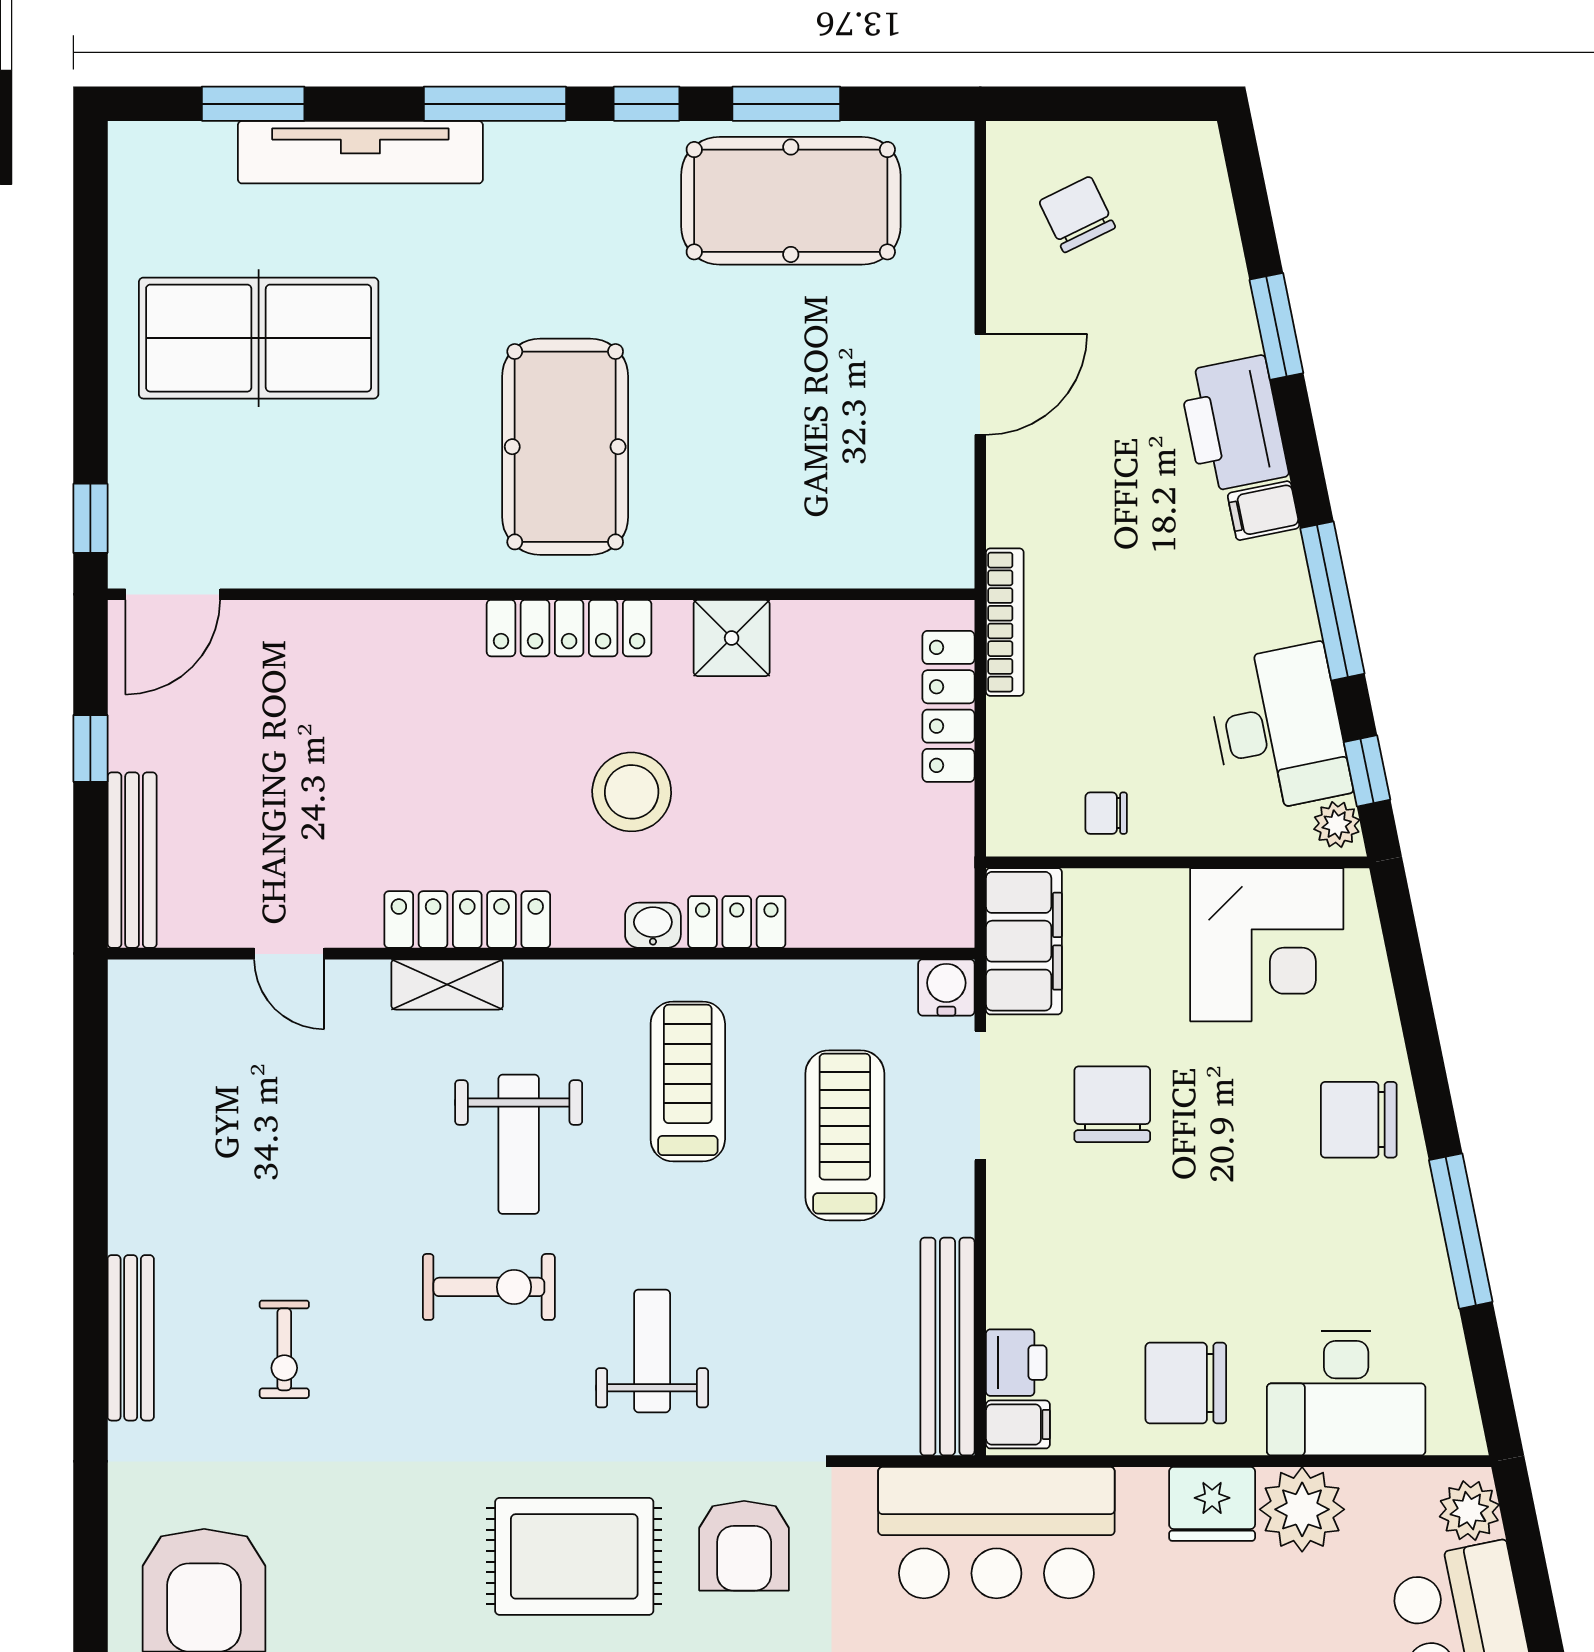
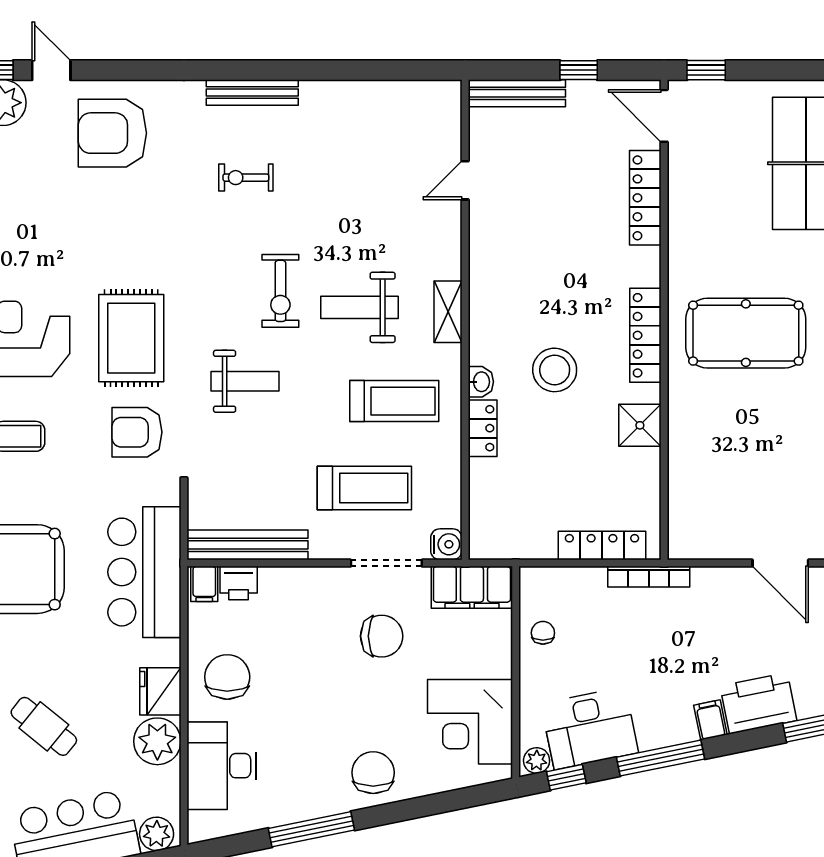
locker: (467, 920) -> (645, 198), moved, turned 180
shelving: (447, 984) -> (448, 312), moved

